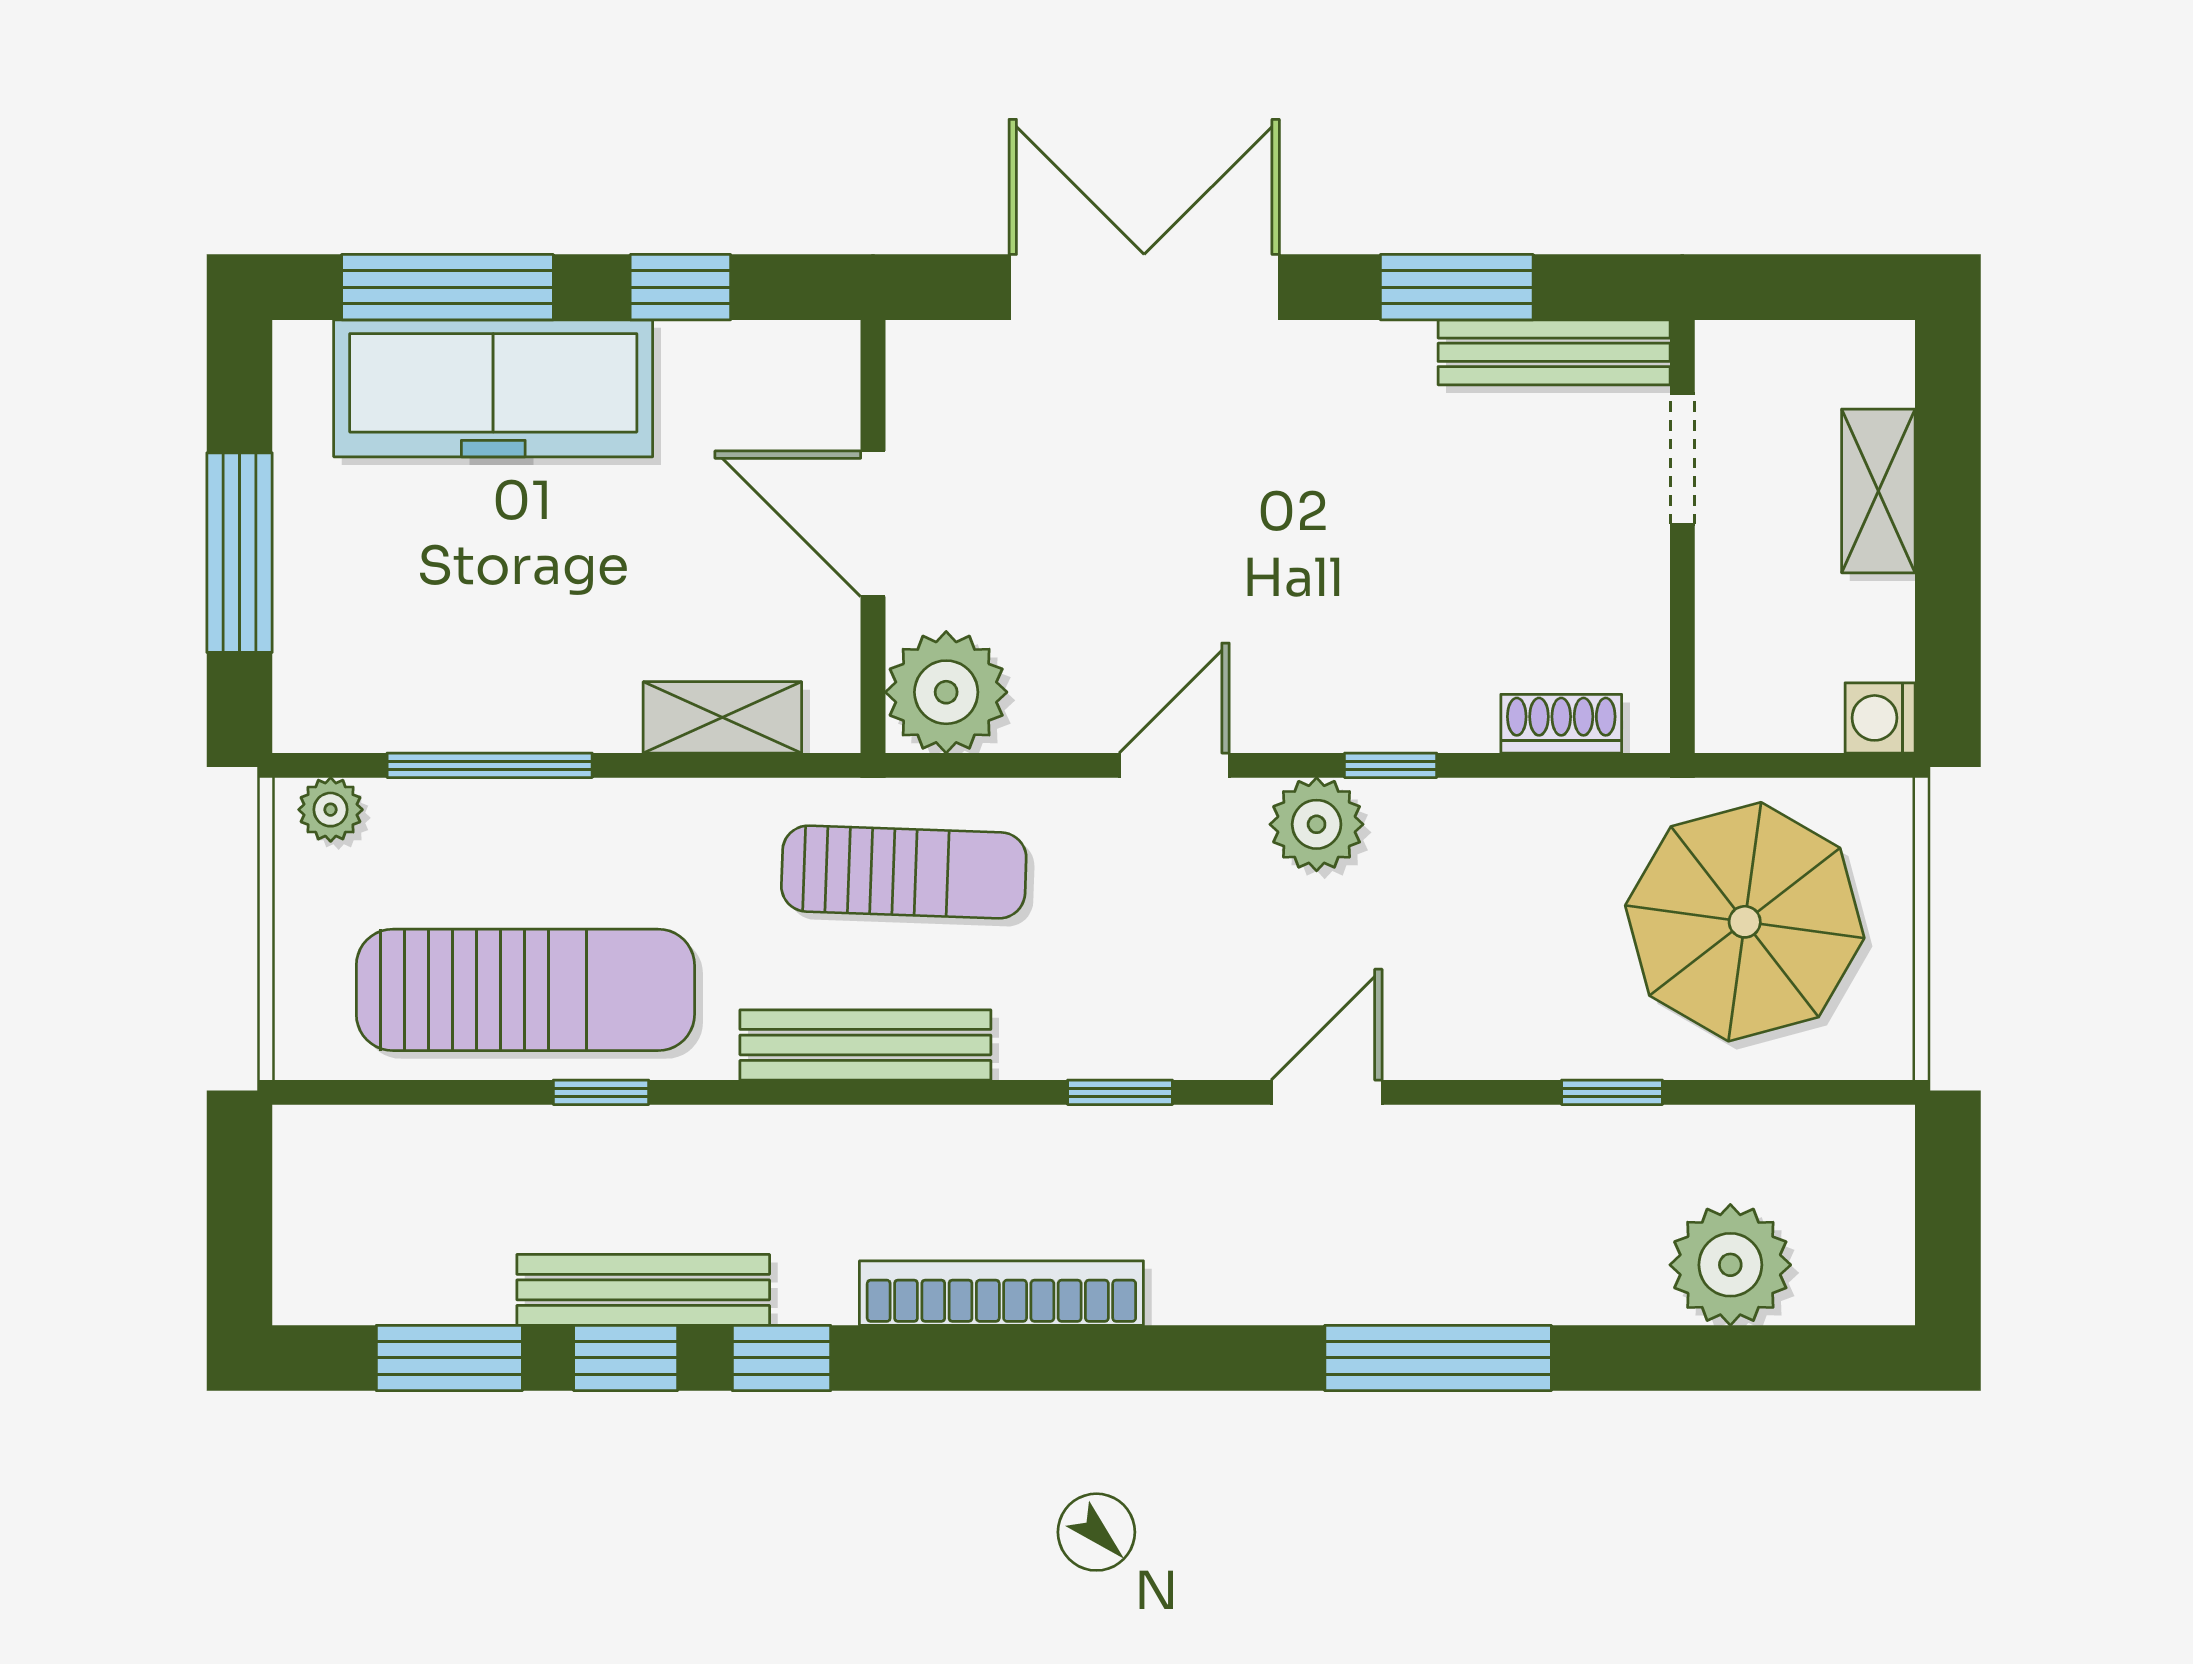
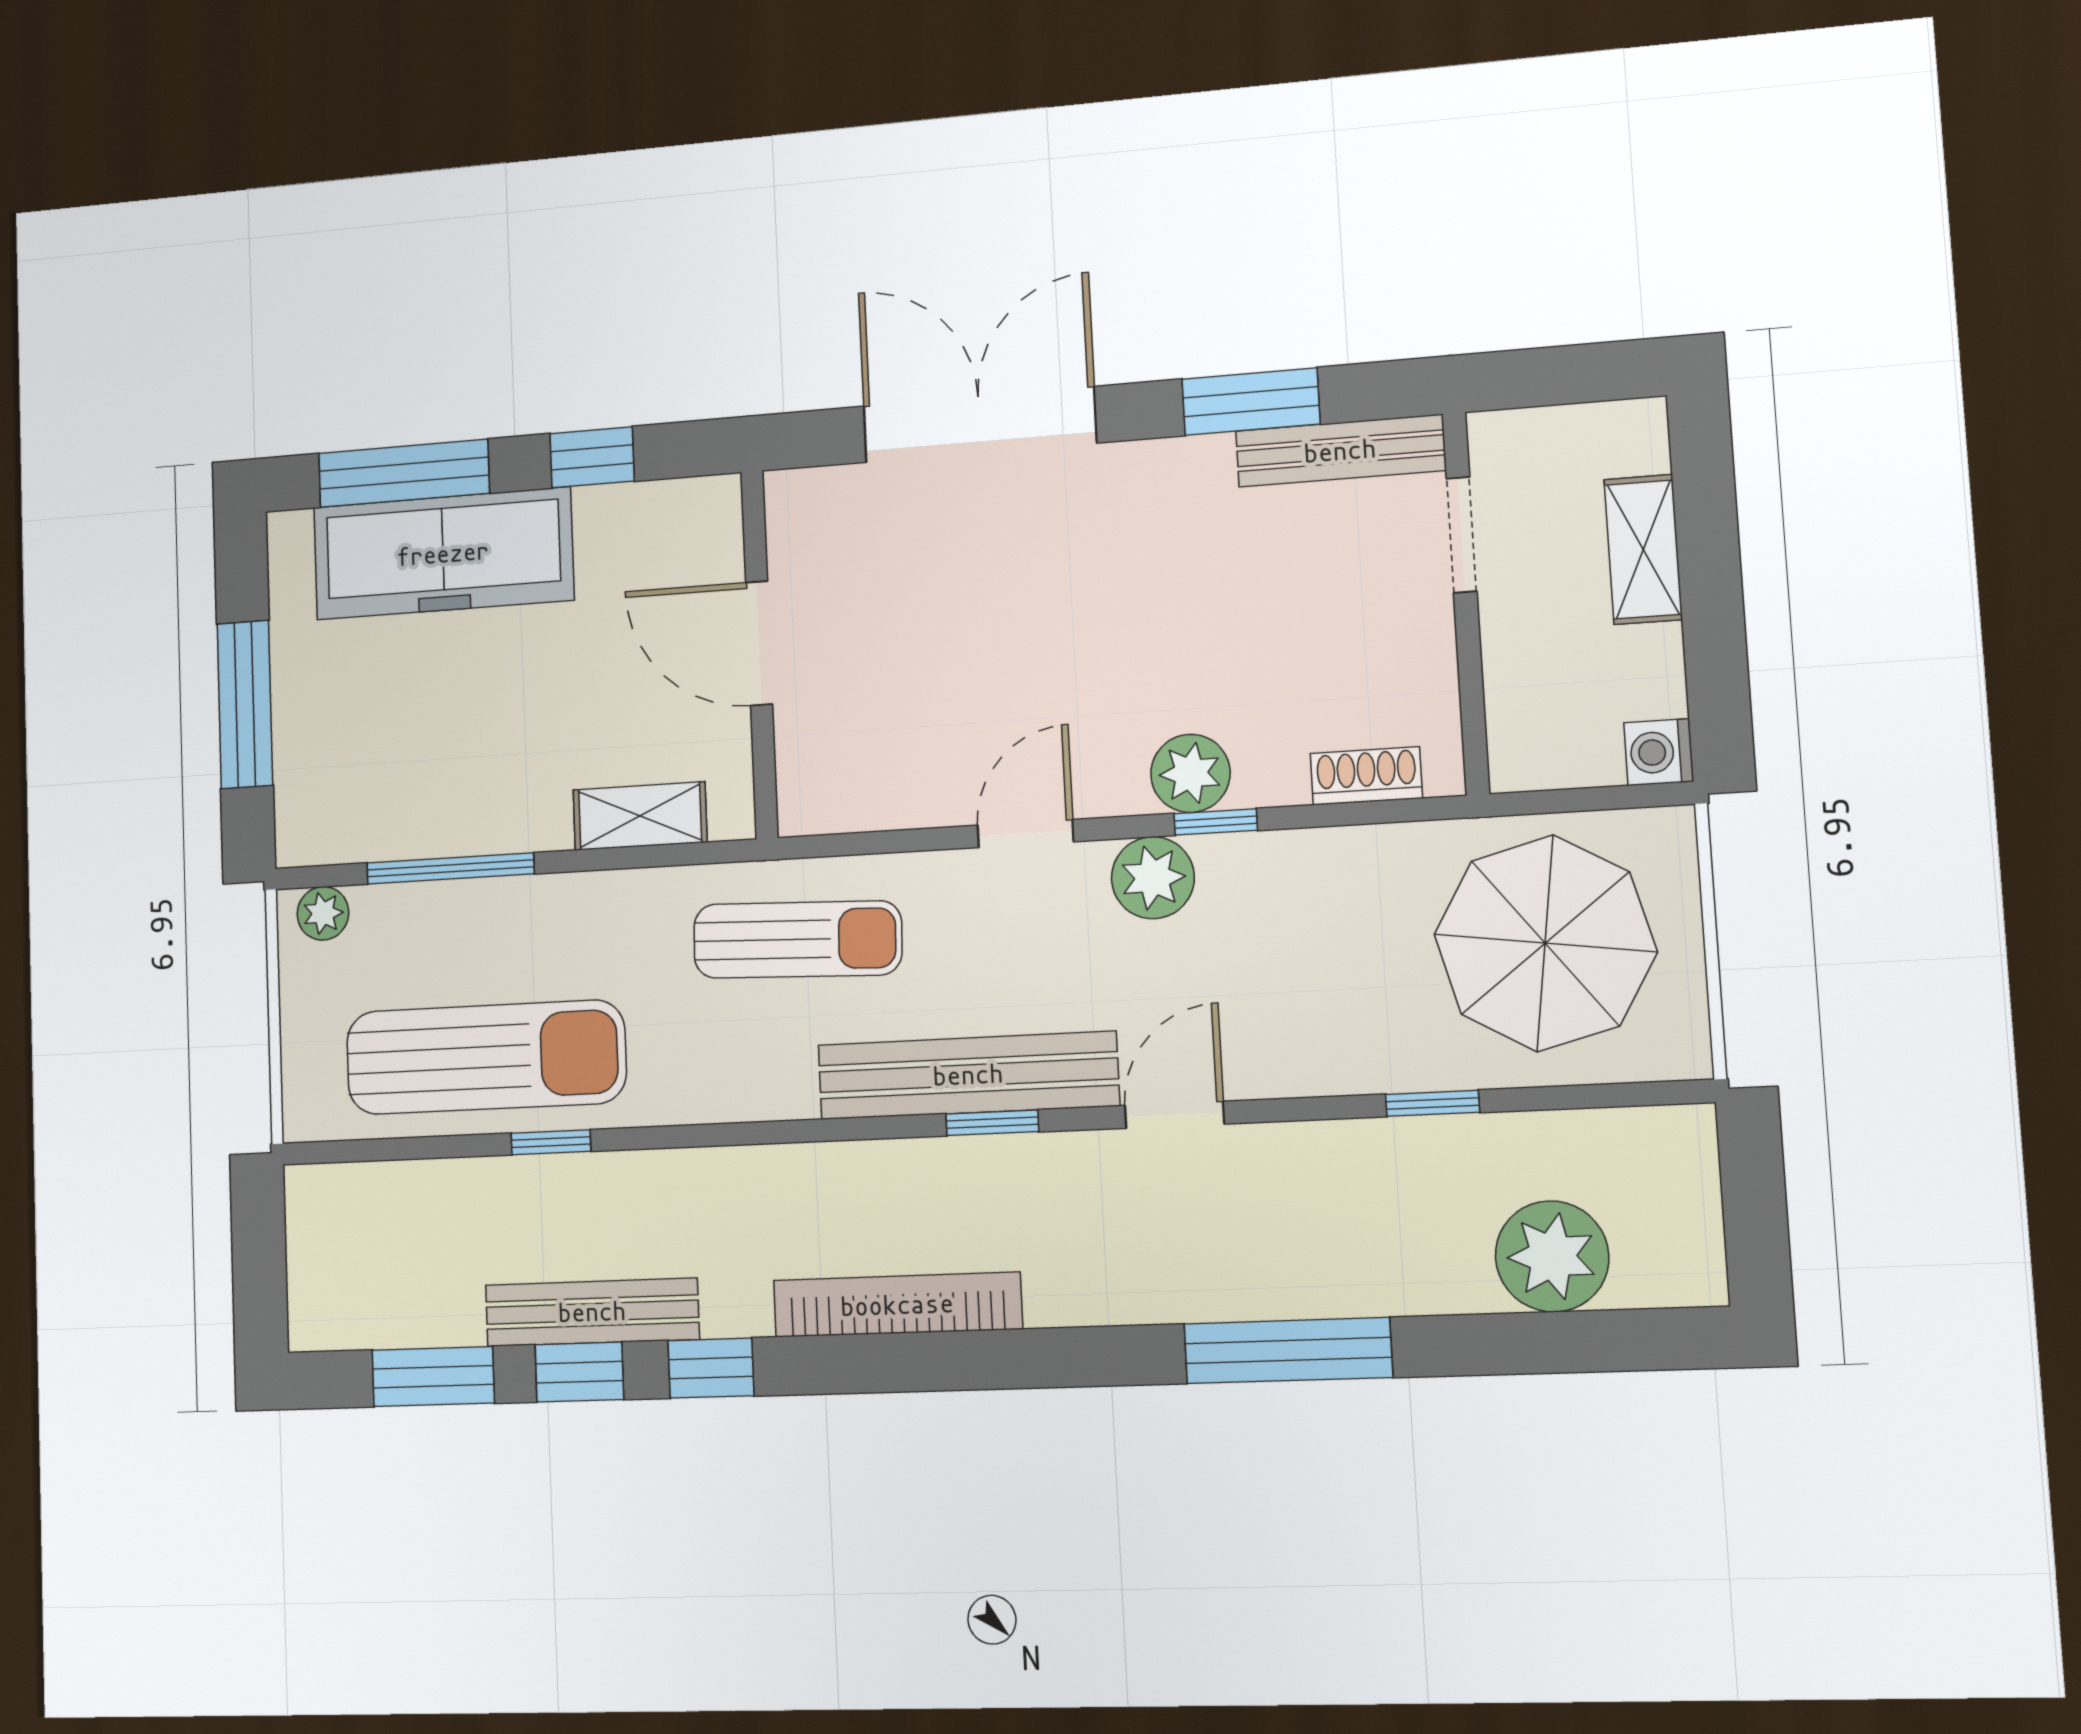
plant: (946, 692) -> (1190, 773), moved, width x0.73, depth x0.73
bench: (865, 1045) -> (968, 1075), moved, width x1.37, depth x1.21

